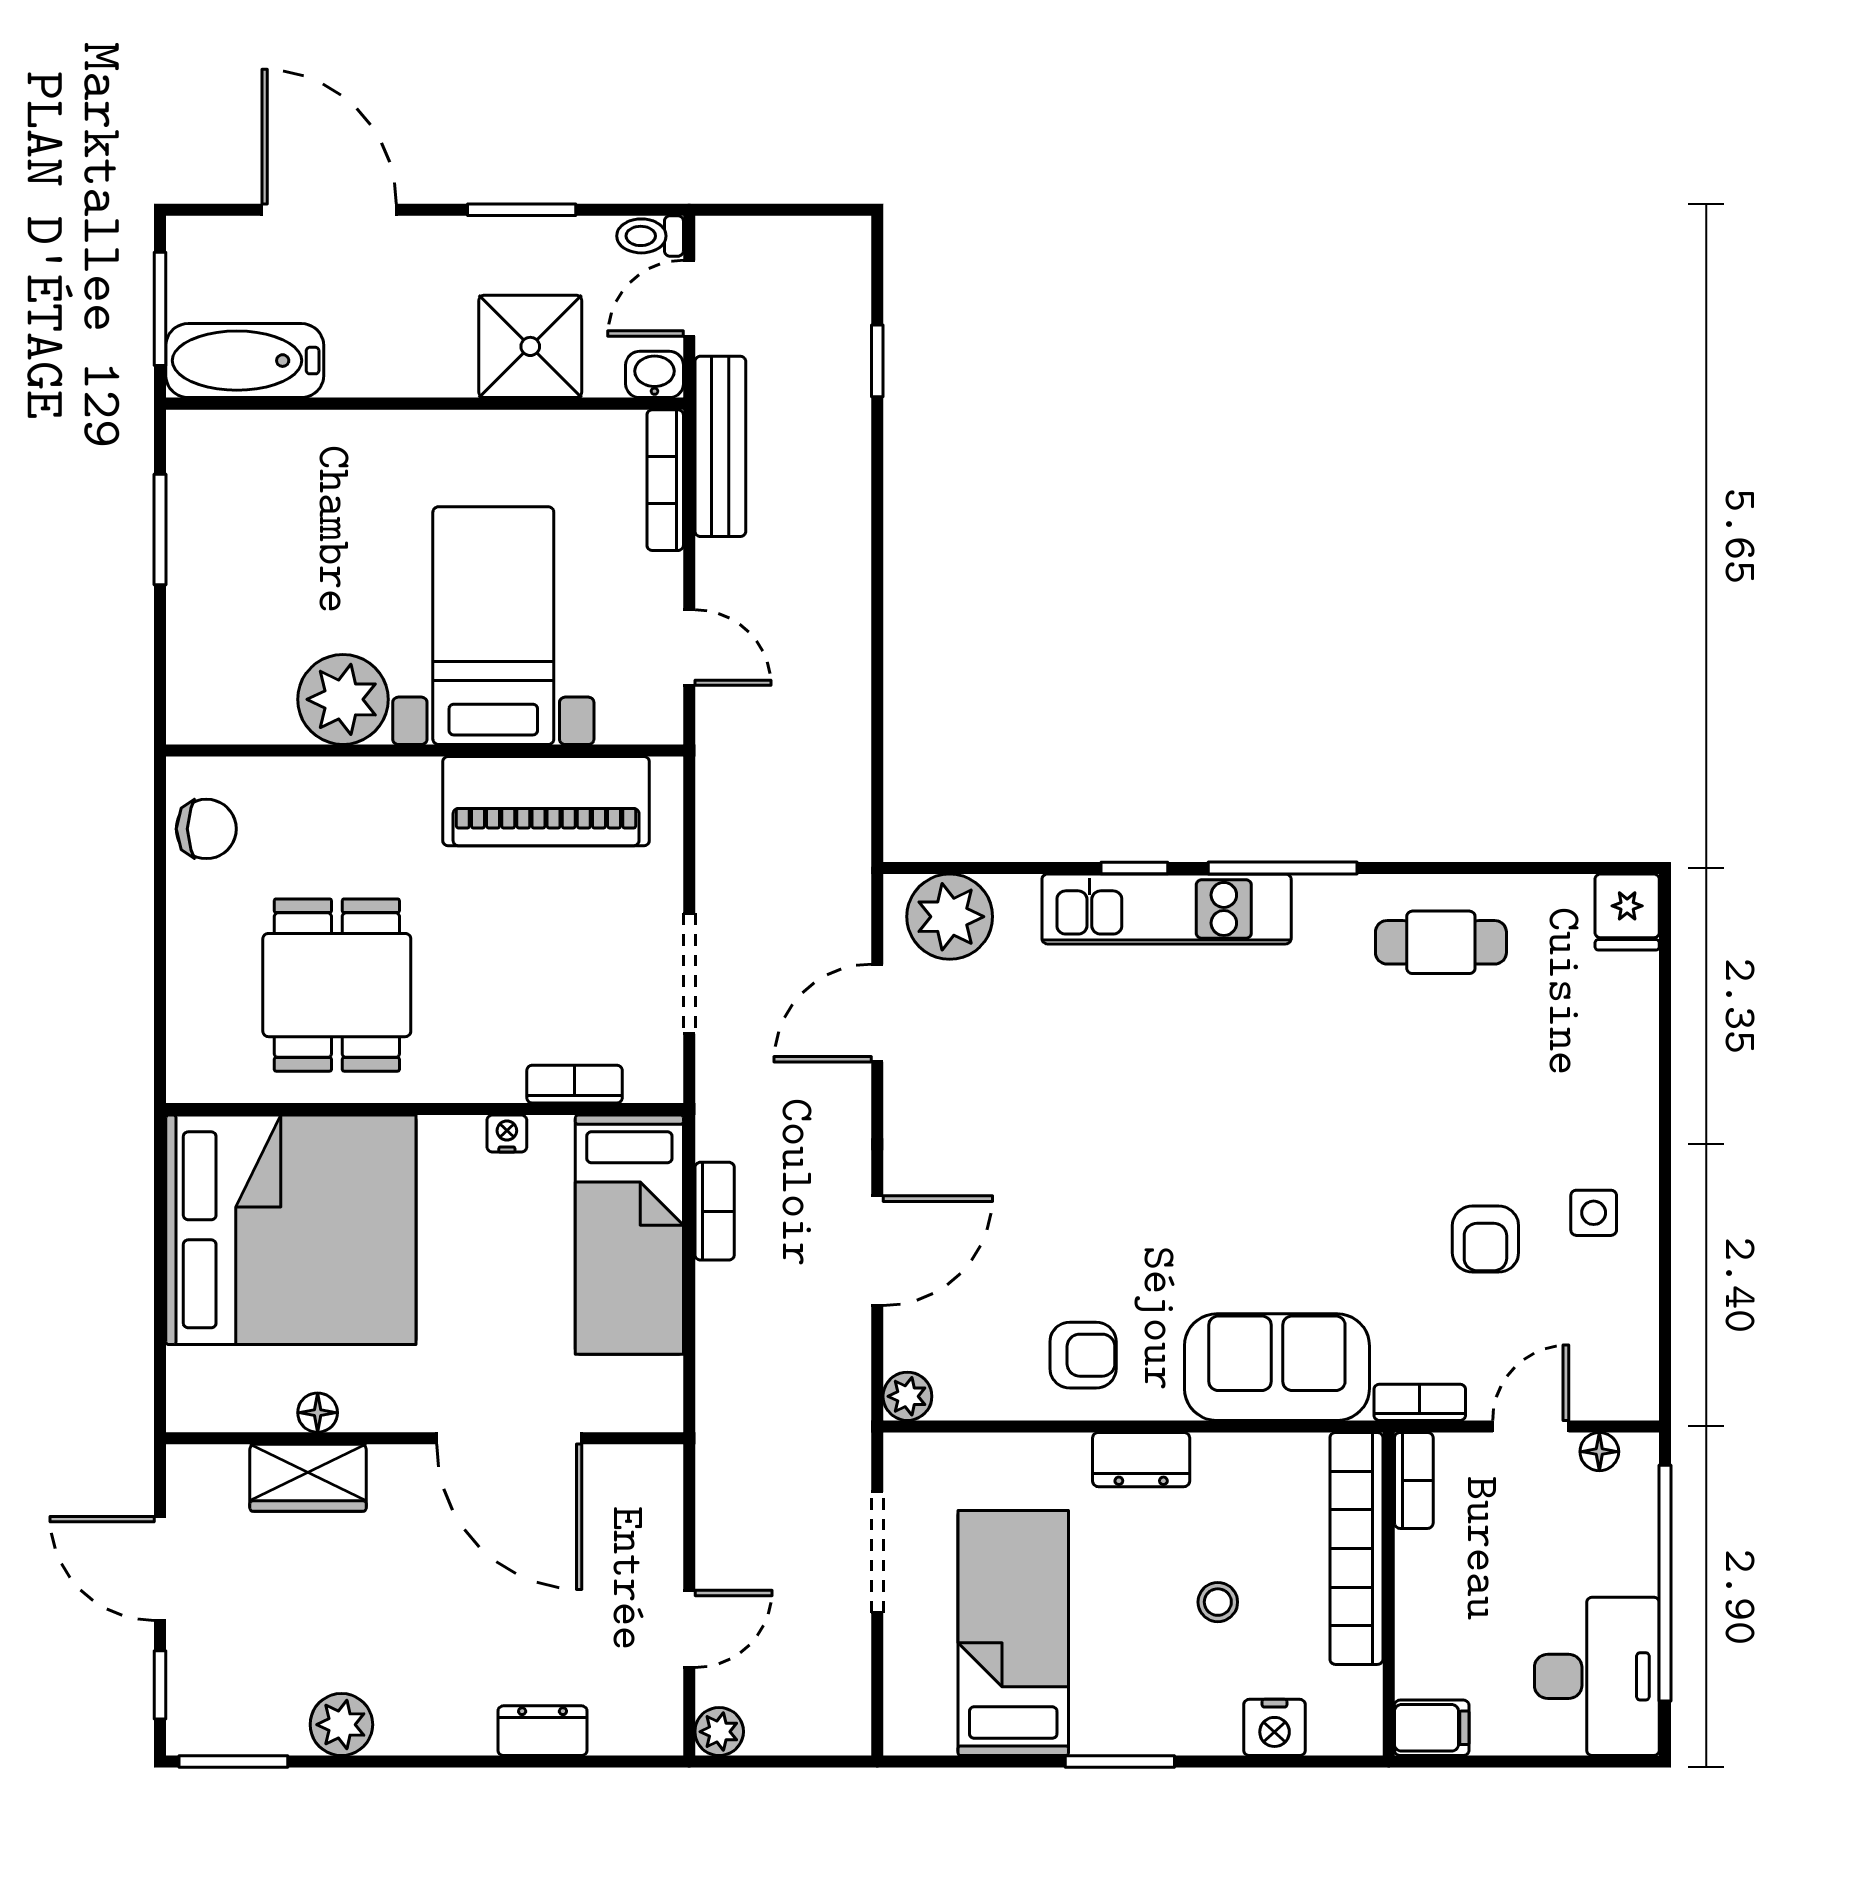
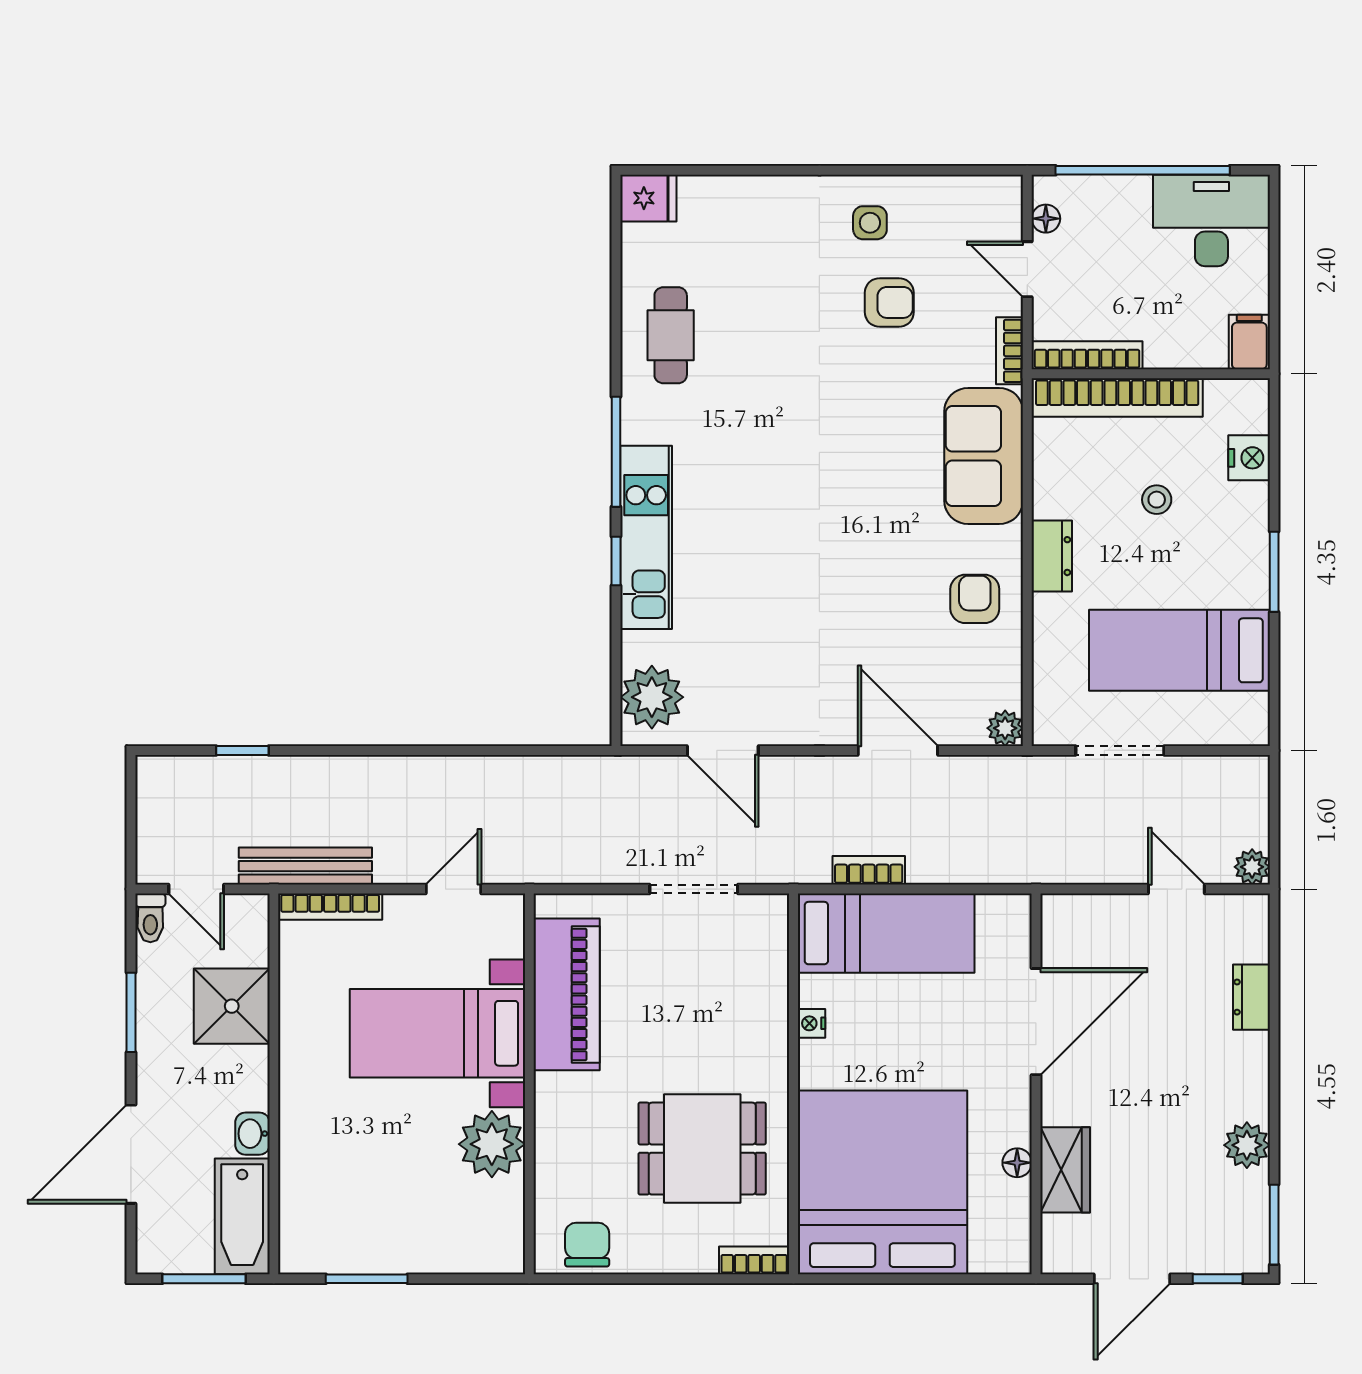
washbasin: (655, 374) -> (252, 1134), moved
bookcase: (575, 1084) -> (754, 1260), moved, turned 90
bookcase: (1414, 1480) -> (1087, 355), width x1.56

